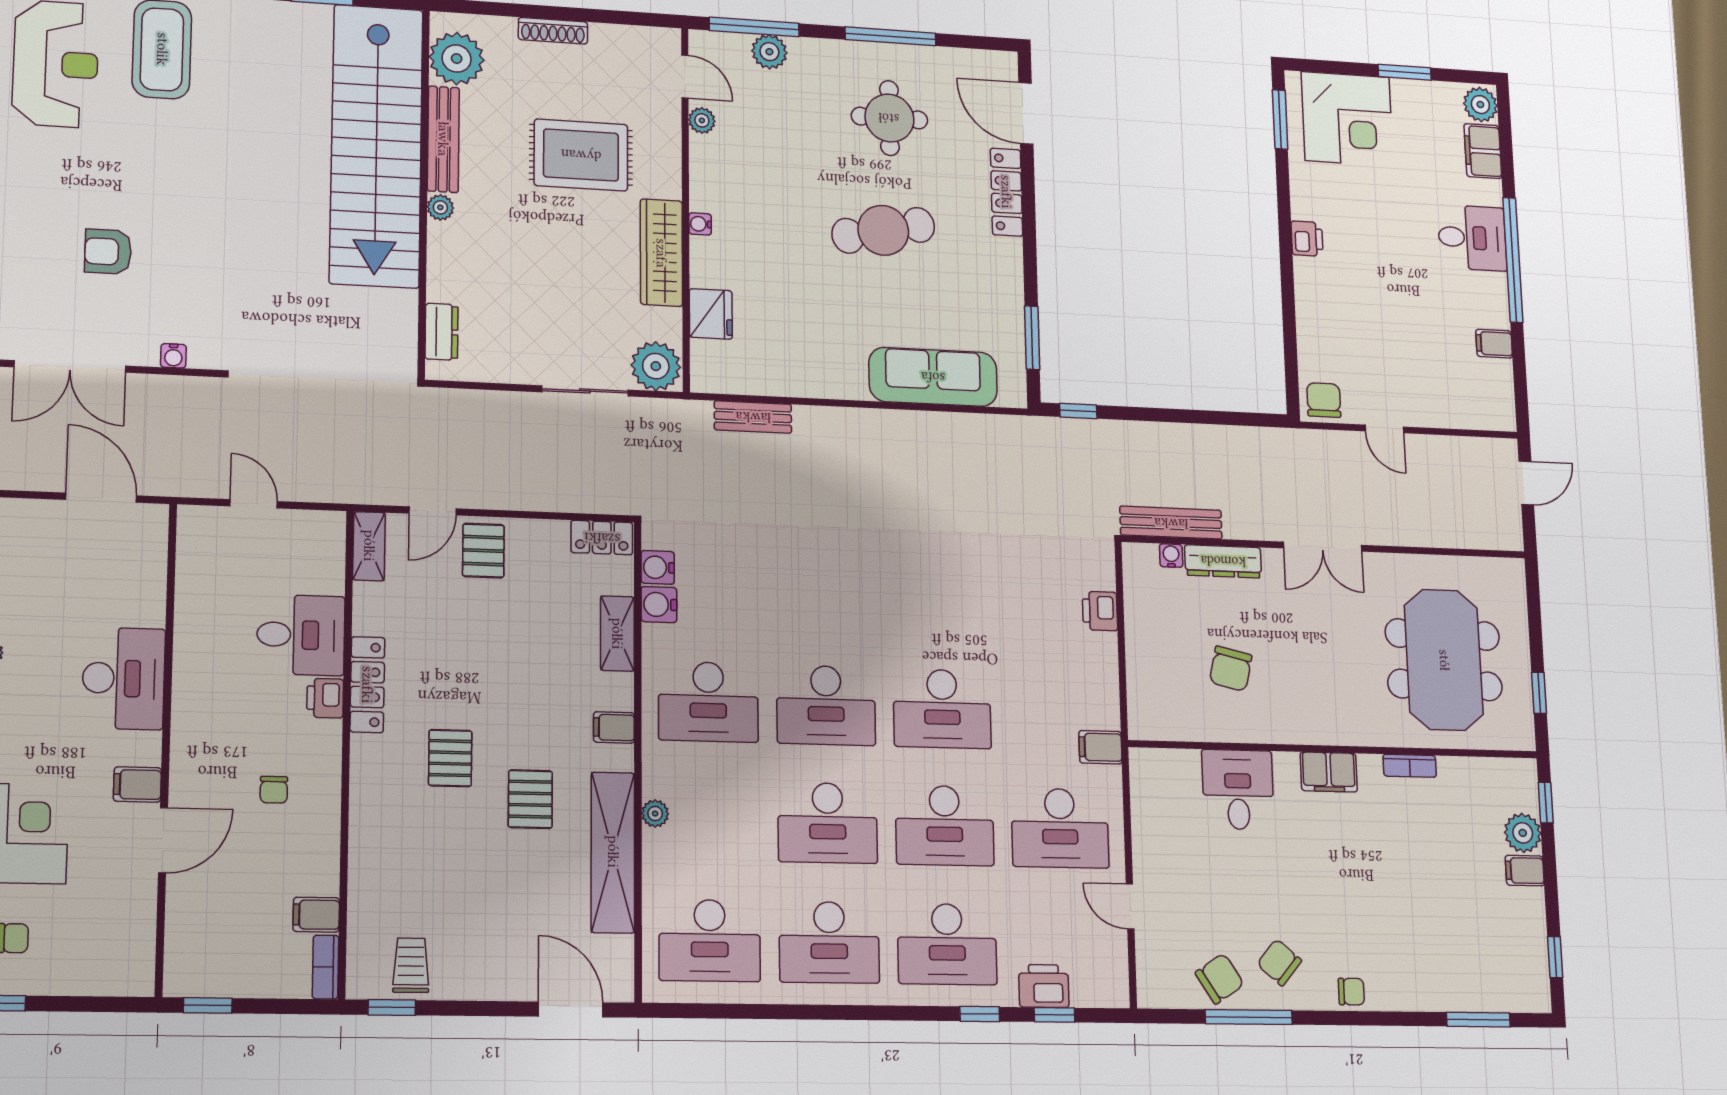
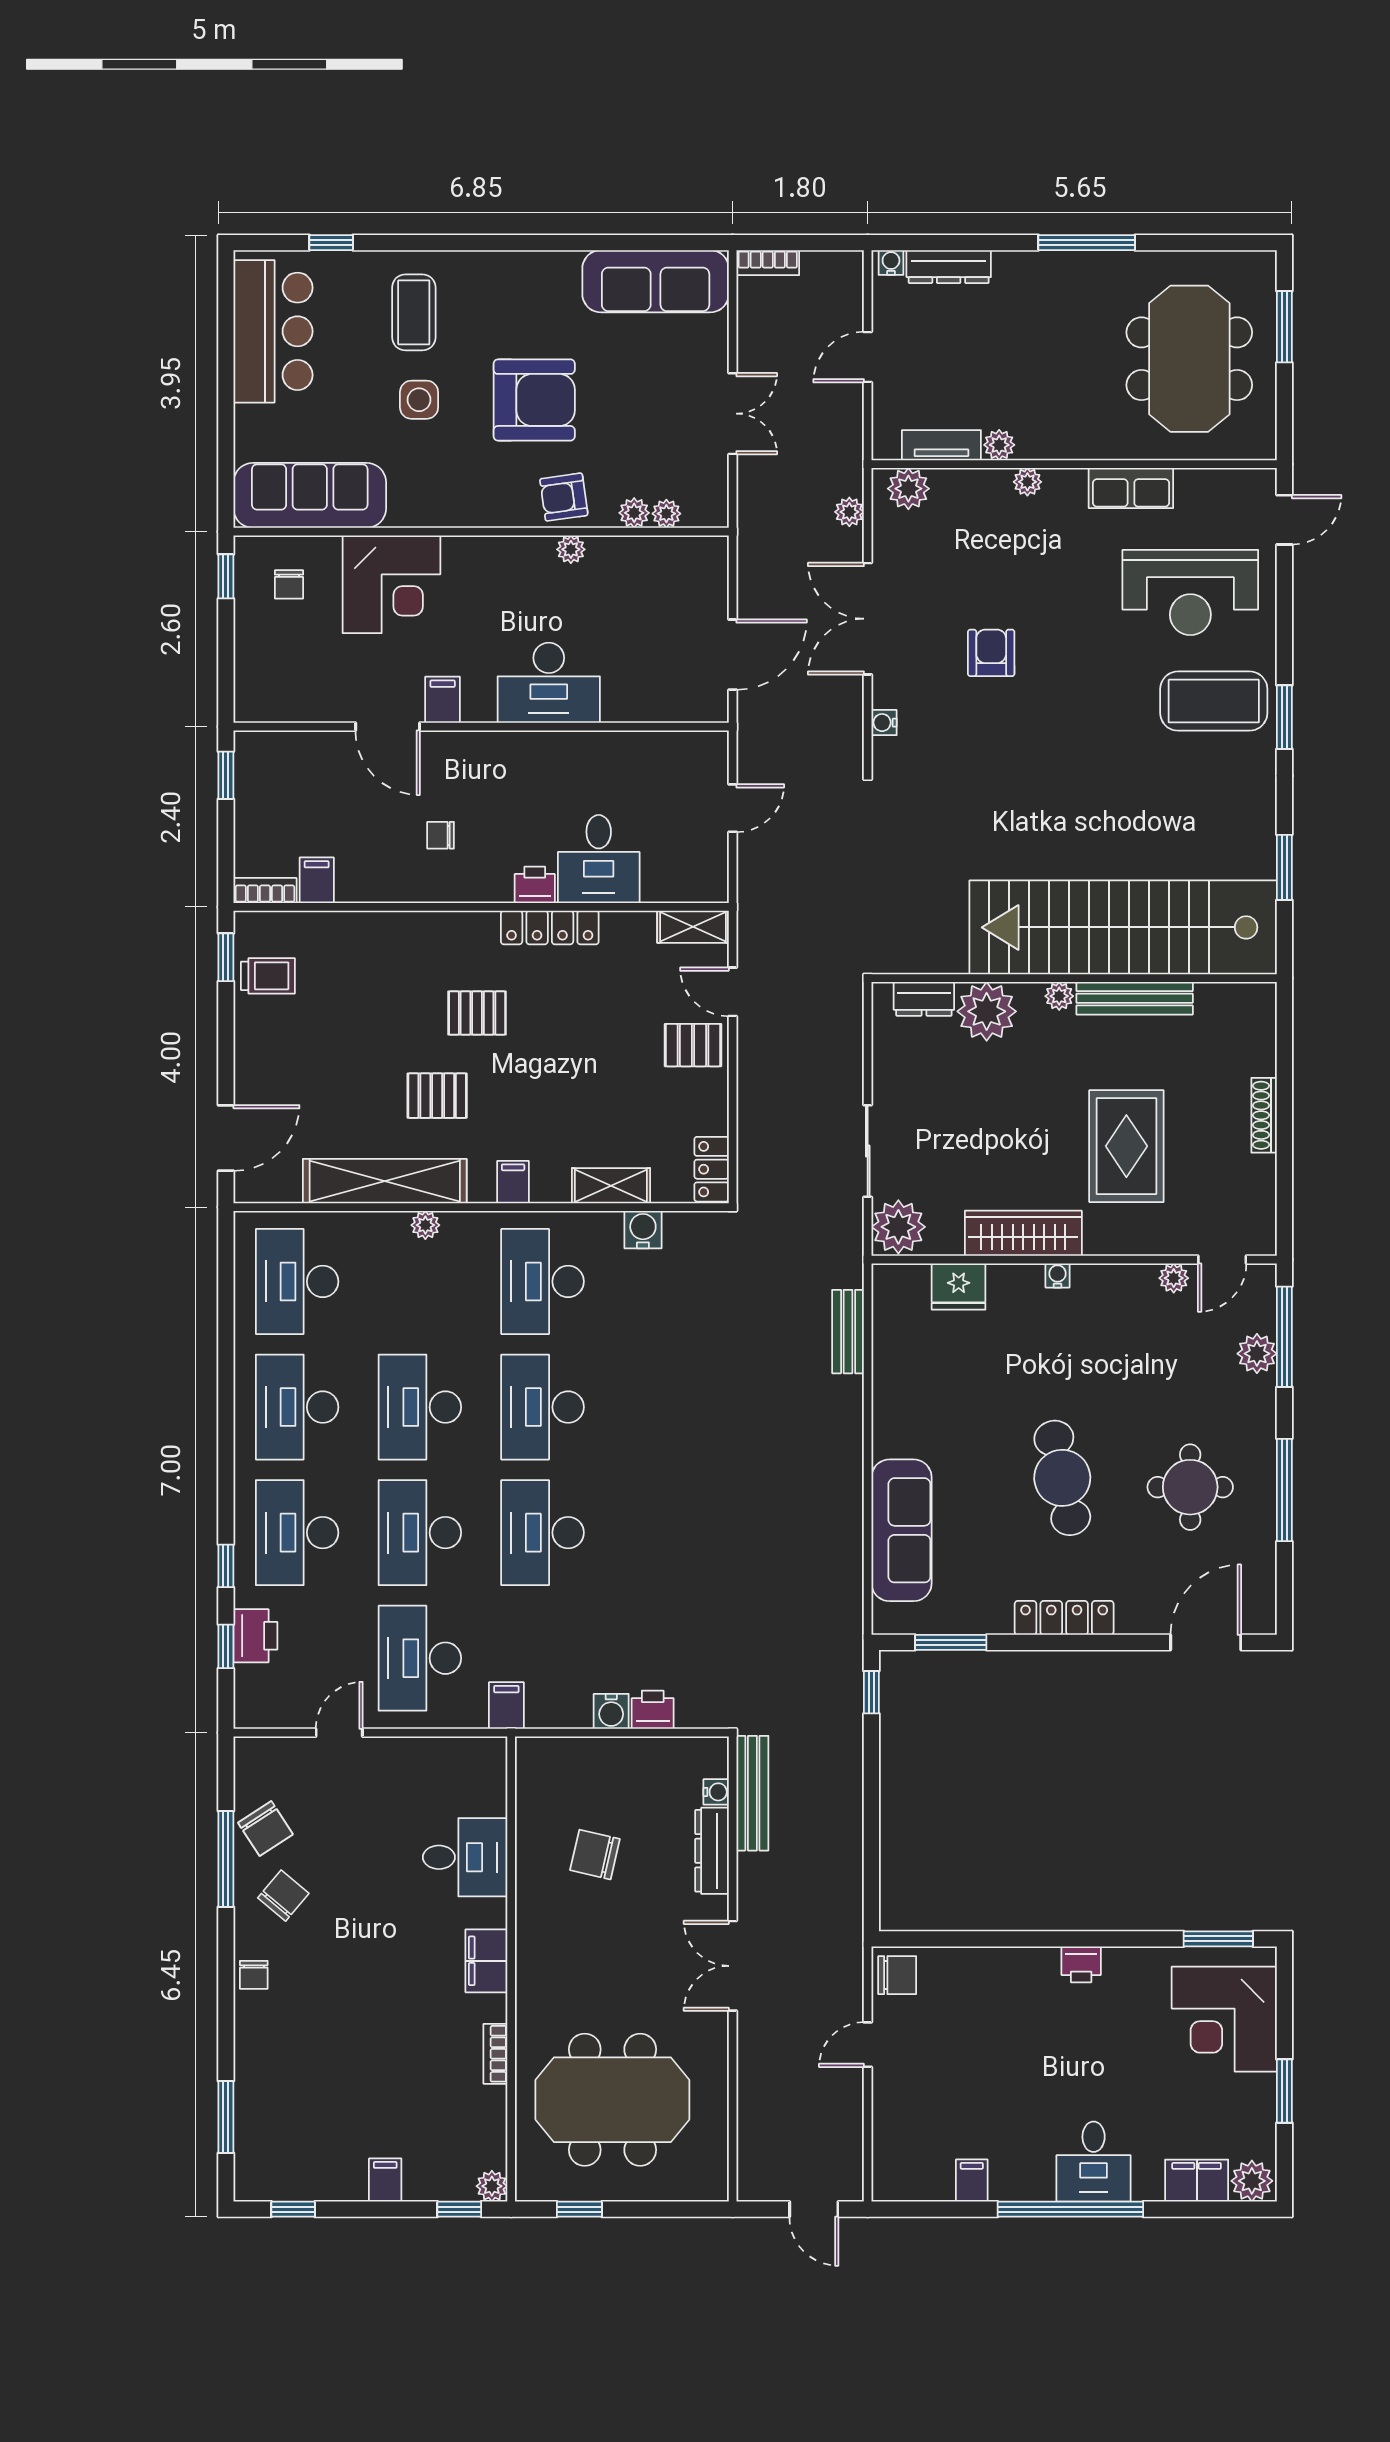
plant: (457, 59) -> (987, 1011), moved
locker: (1006, 192) -> (1064, 1618), moved
water cooler: (658, 567) -> (611, 1711), moved, turned 180
plant: (1523, 833) -> (492, 2186), moved, width x0.73, depth x0.73

